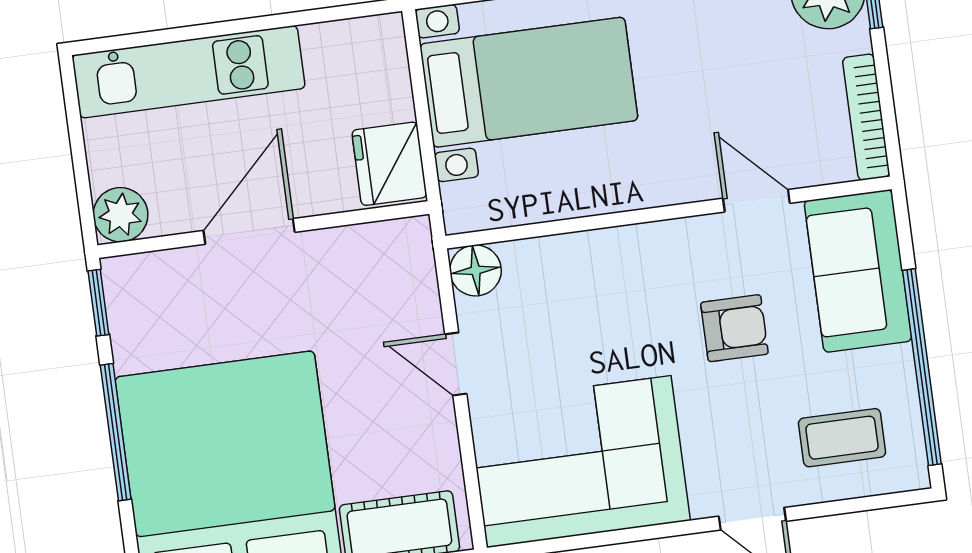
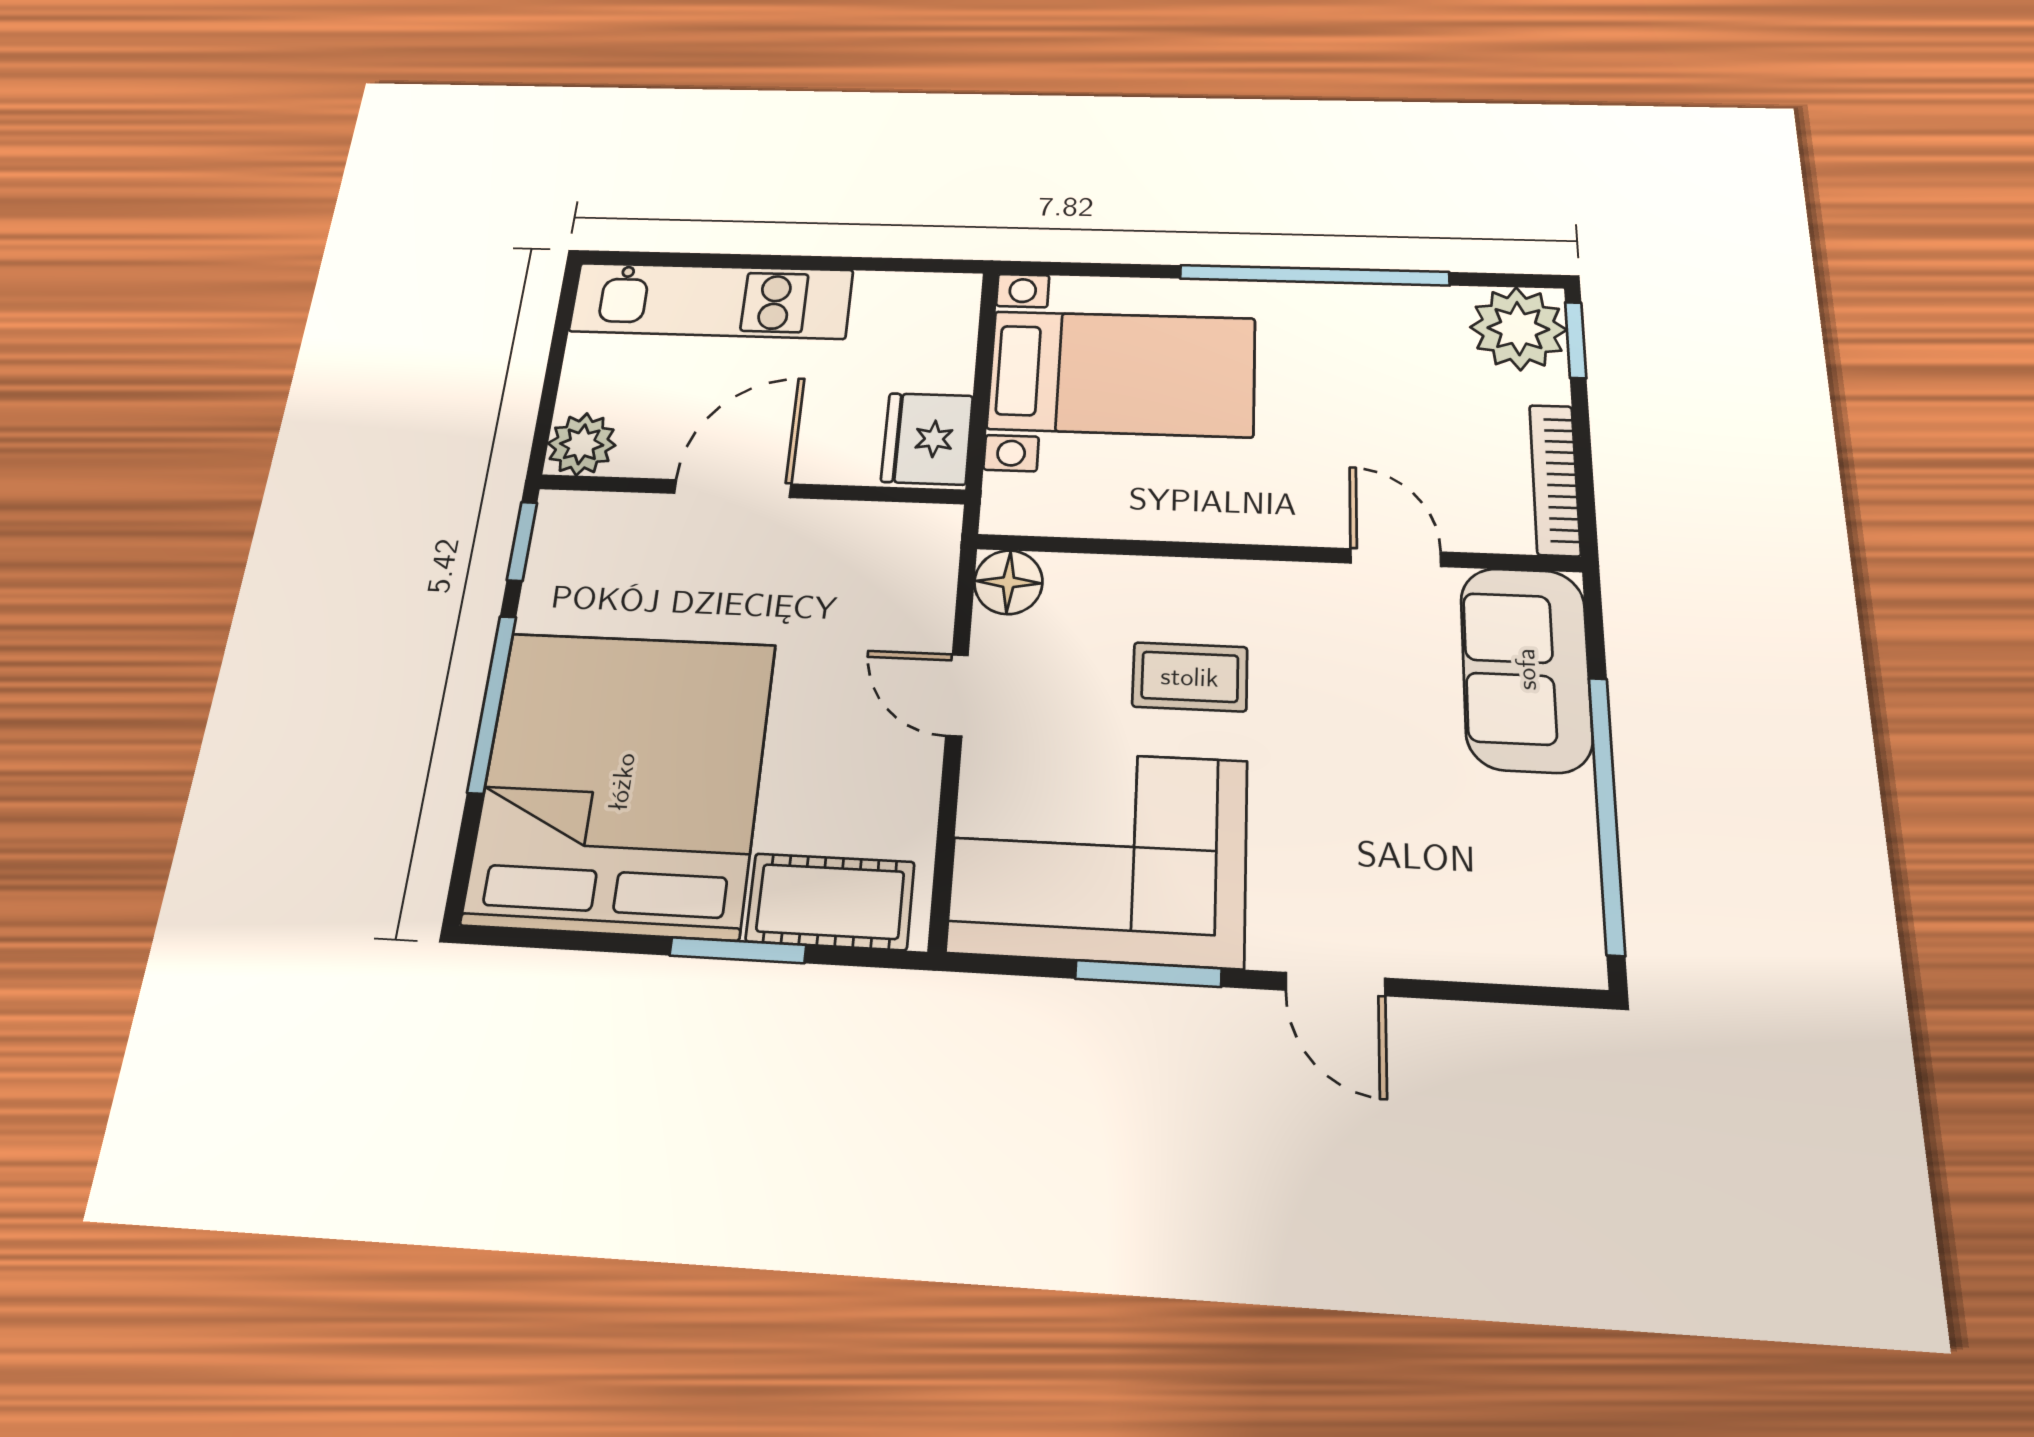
armchair: (734, 328) -> (1344, 714), removed
coffee table: (842, 438) -> (1190, 677), moved
window: (627, 536) -> (1148, 974), added

